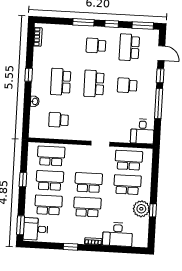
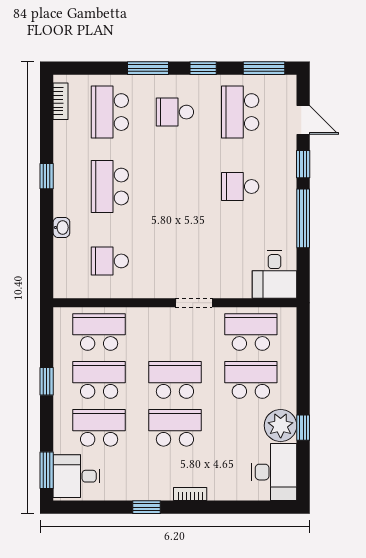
school desk: (94, 84) -> (110, 112), moved
desk: (118, 234) -> (274, 472), moved, turned -90

